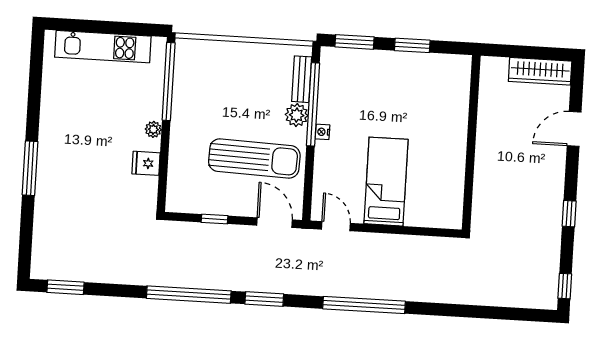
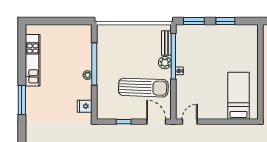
kitchen unit: (103, 47) -> (33, 60), moved, turned -90
window: (169, 81) -> (94, 64), moved
fridge: (146, 163) -> (85, 106), moved
bed: (386, 182) -> (239, 96), moved
door: (336, 226) -> (190, 122), hinge flipped

